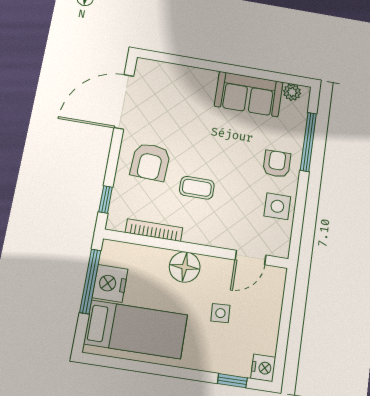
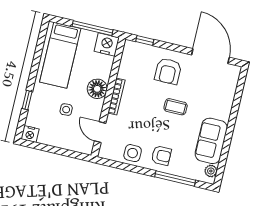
armchair: (150, 162) -> (168, 71), turned -93
coffee table: (197, 188) -> (176, 107), moved, turned 90
bookcase: (154, 230) -> (116, 97), moved
nightstand: (110, 283) -> (107, 44), moved
window: (232, 381) -> (27, 100), moved

